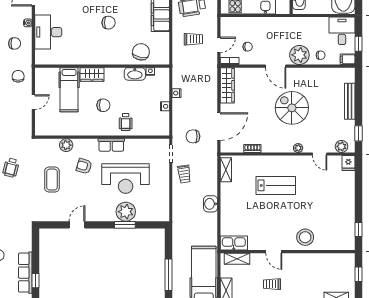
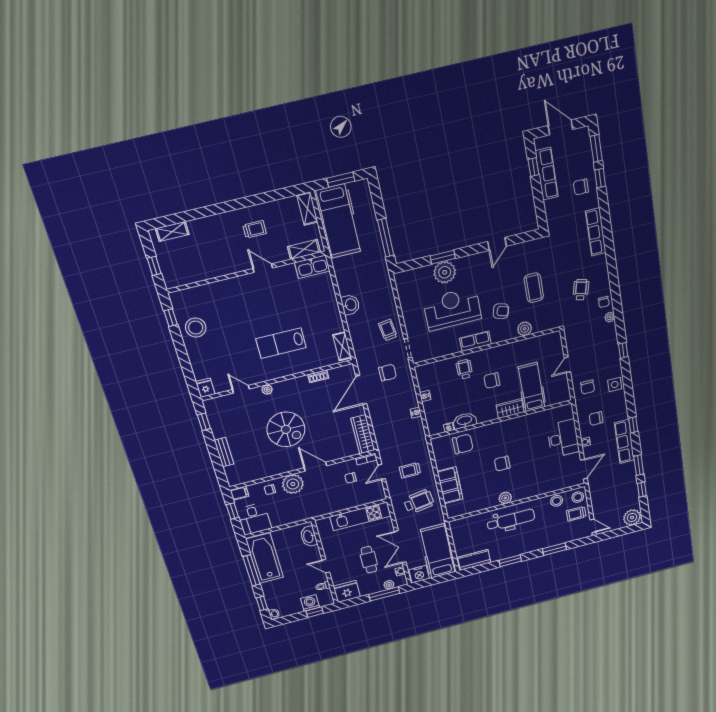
chair: (141, 52) -> (463, 444), turned -102
bench: (350, 101) -> (224, 452), width x0.73
plant: (342, 146) -> (219, 403), removed
stool: (305, 237) -> (196, 328), moved
window: (169, 275) -> (386, 238), moved

